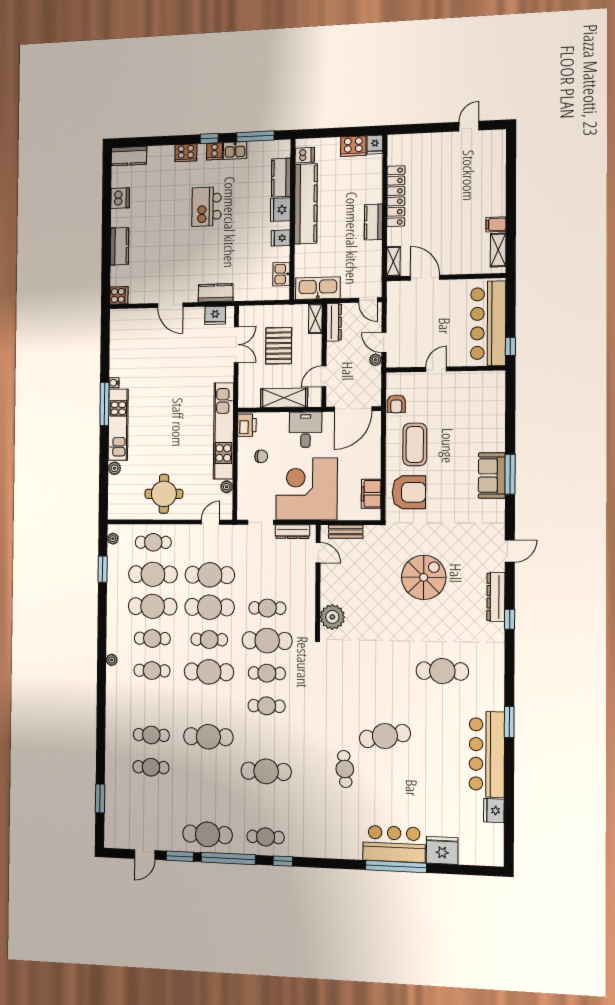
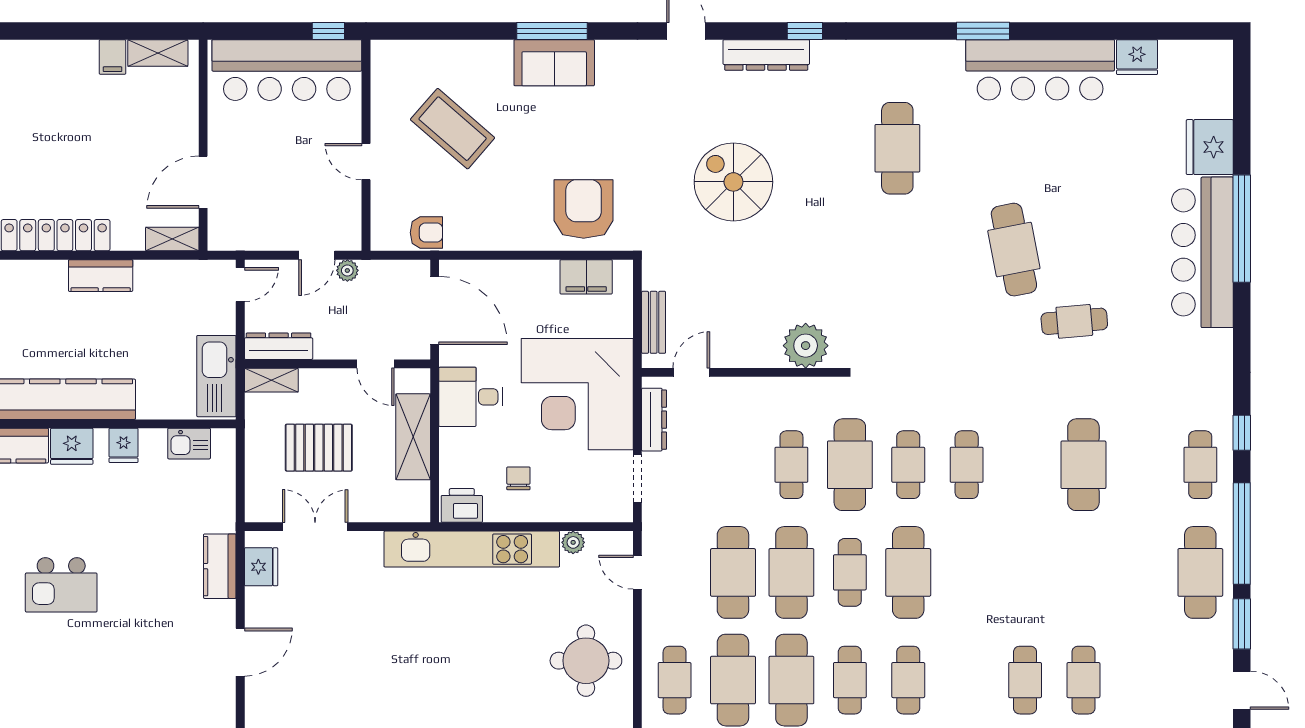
coffee table: (415, 444) -> (453, 129), moved, turned 41
cafe table: (208, 737) -> (1025, 572), removed
bar counter: (394, 844) -> (1202, 252), width x1.36

